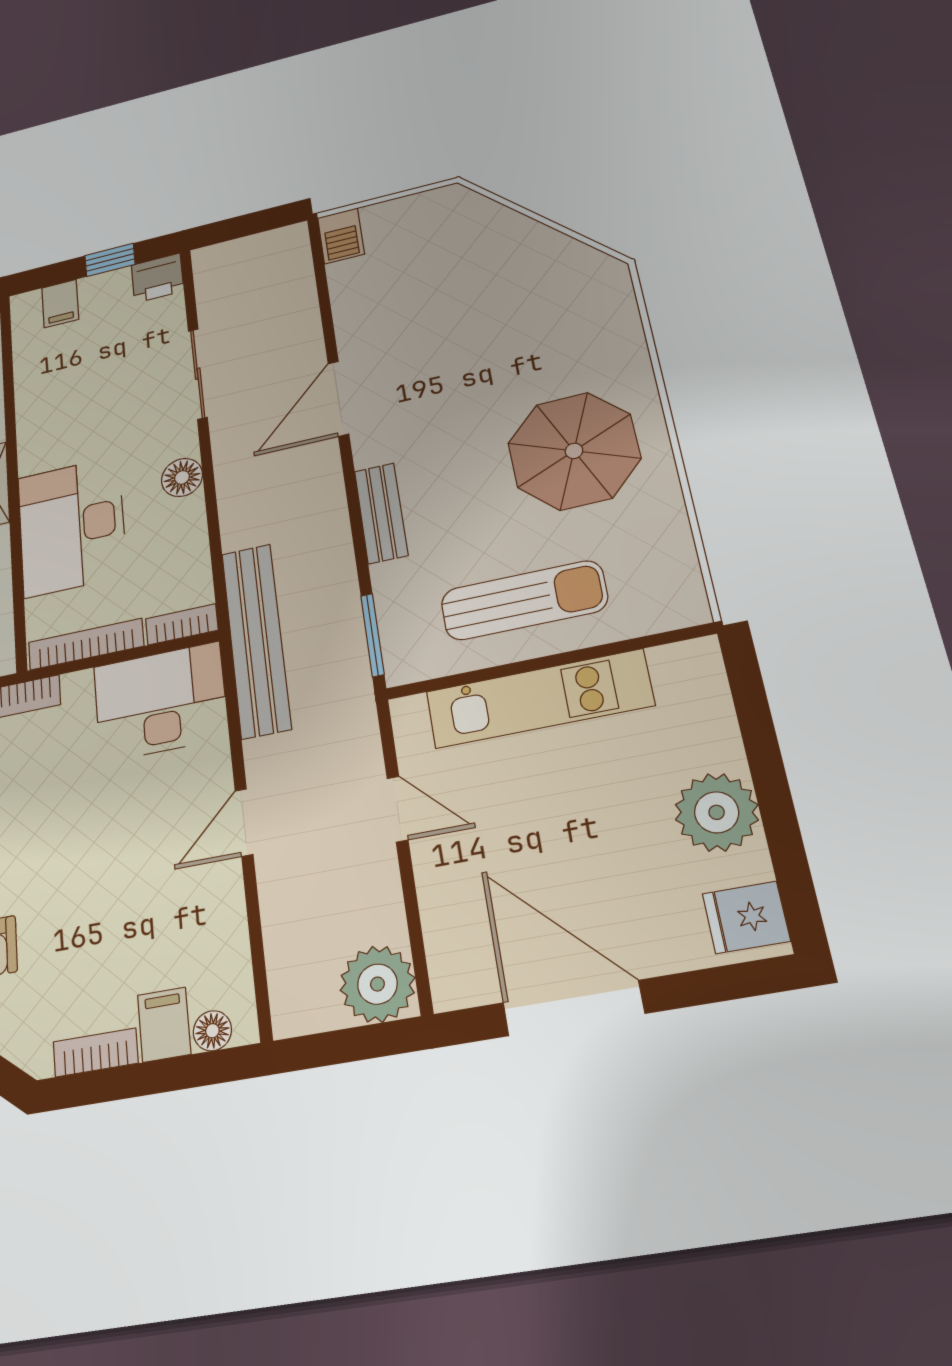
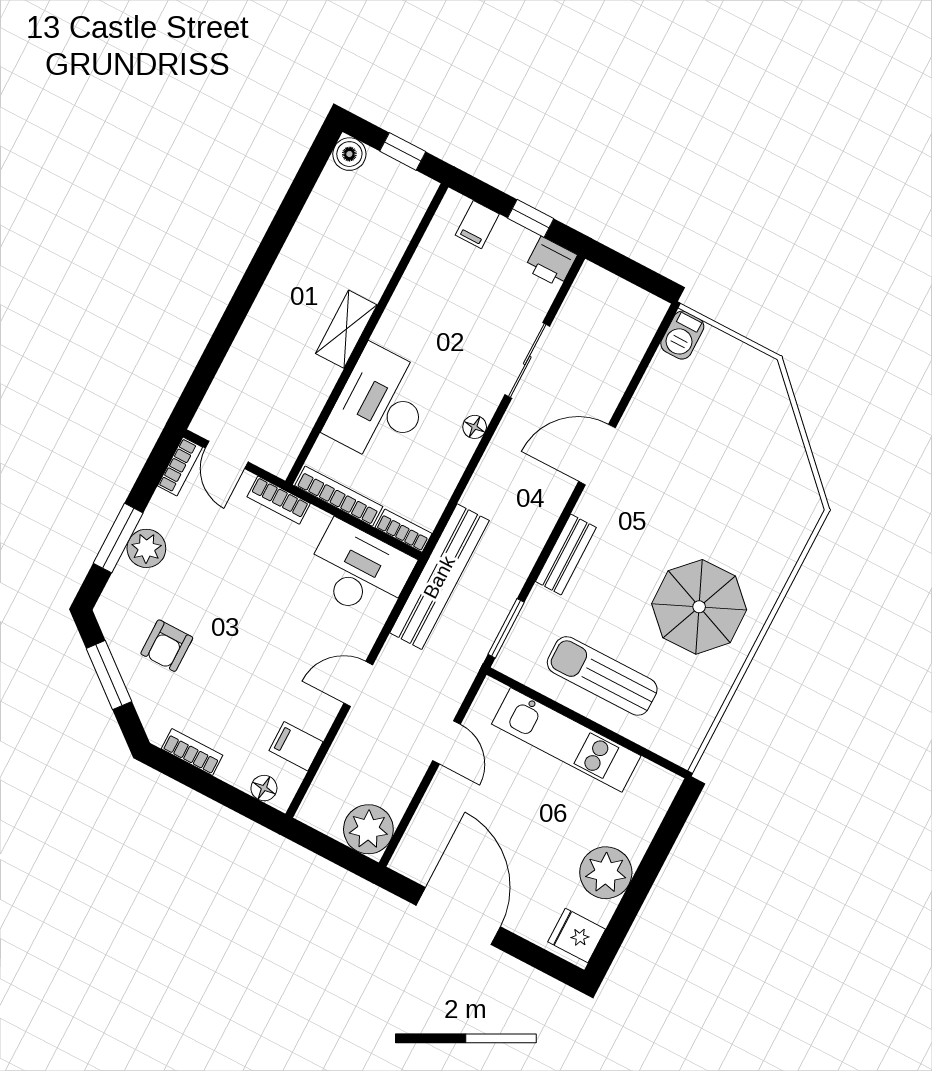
floor lamp: (182, 477) -> (475, 427), width x0.73, depth x0.73
sun lounger: (524, 600) -> (602, 676), turned 180
filing cabinet: (164, 1025) -> (296, 746), moved, turned -90

